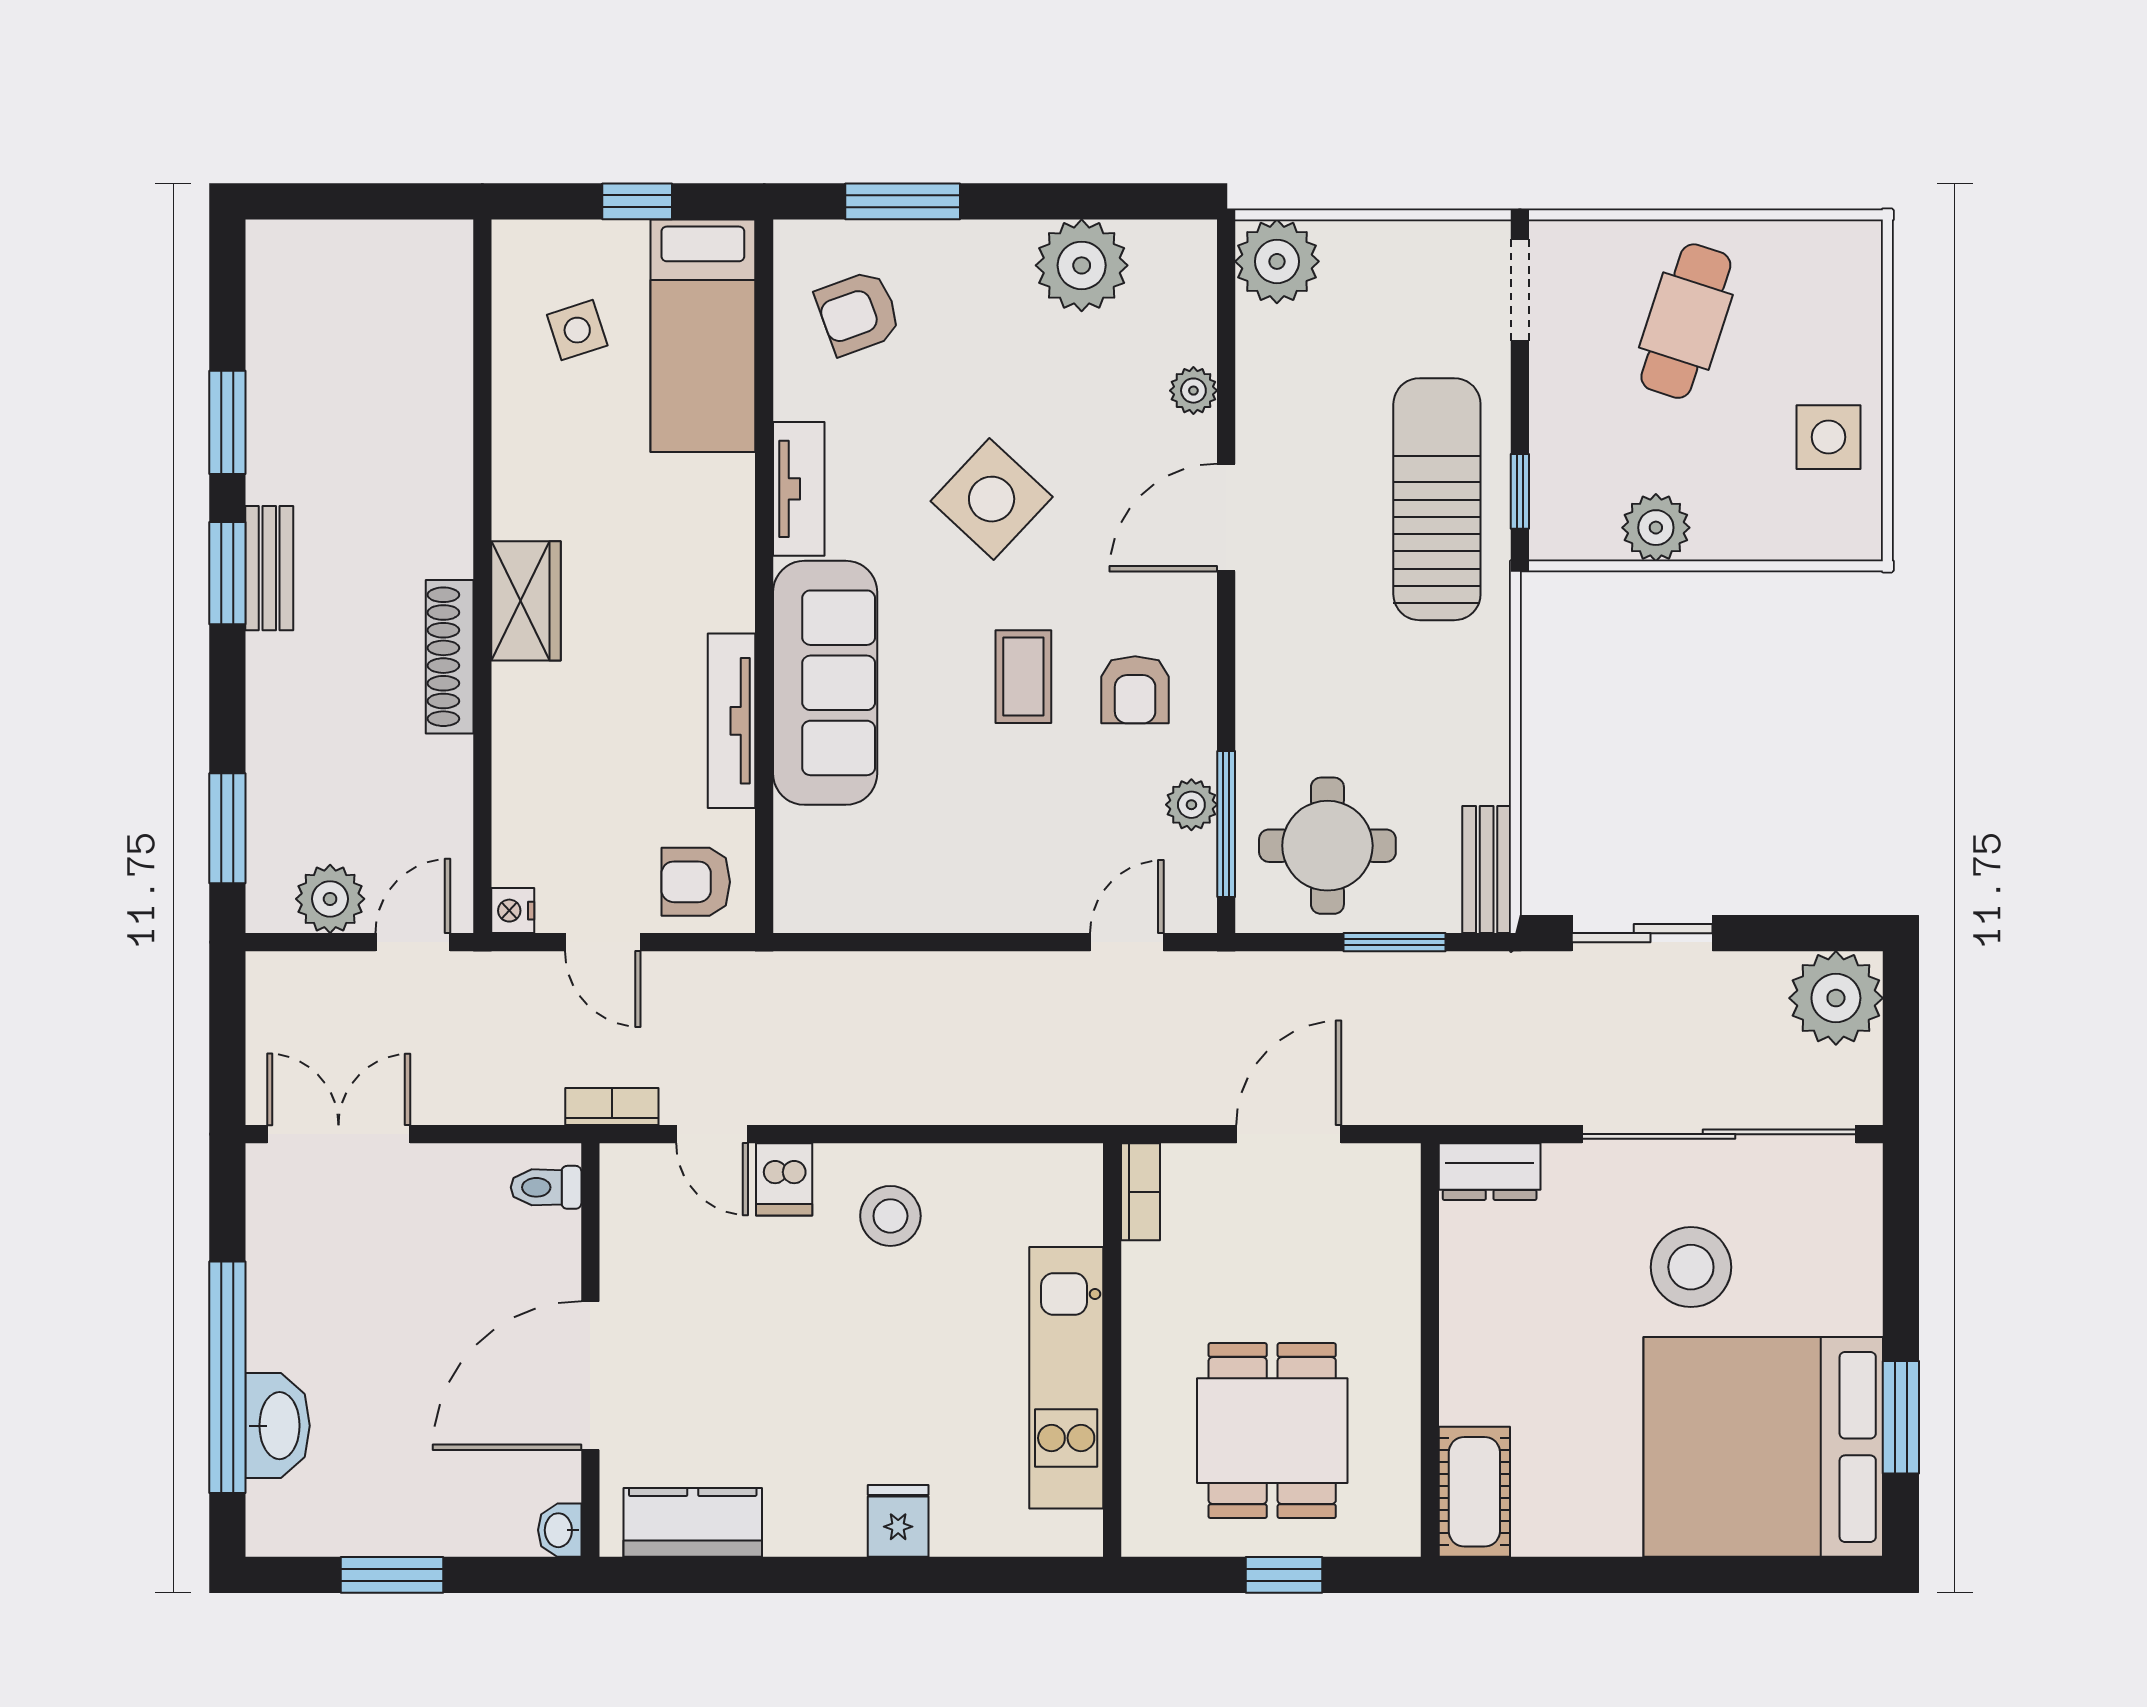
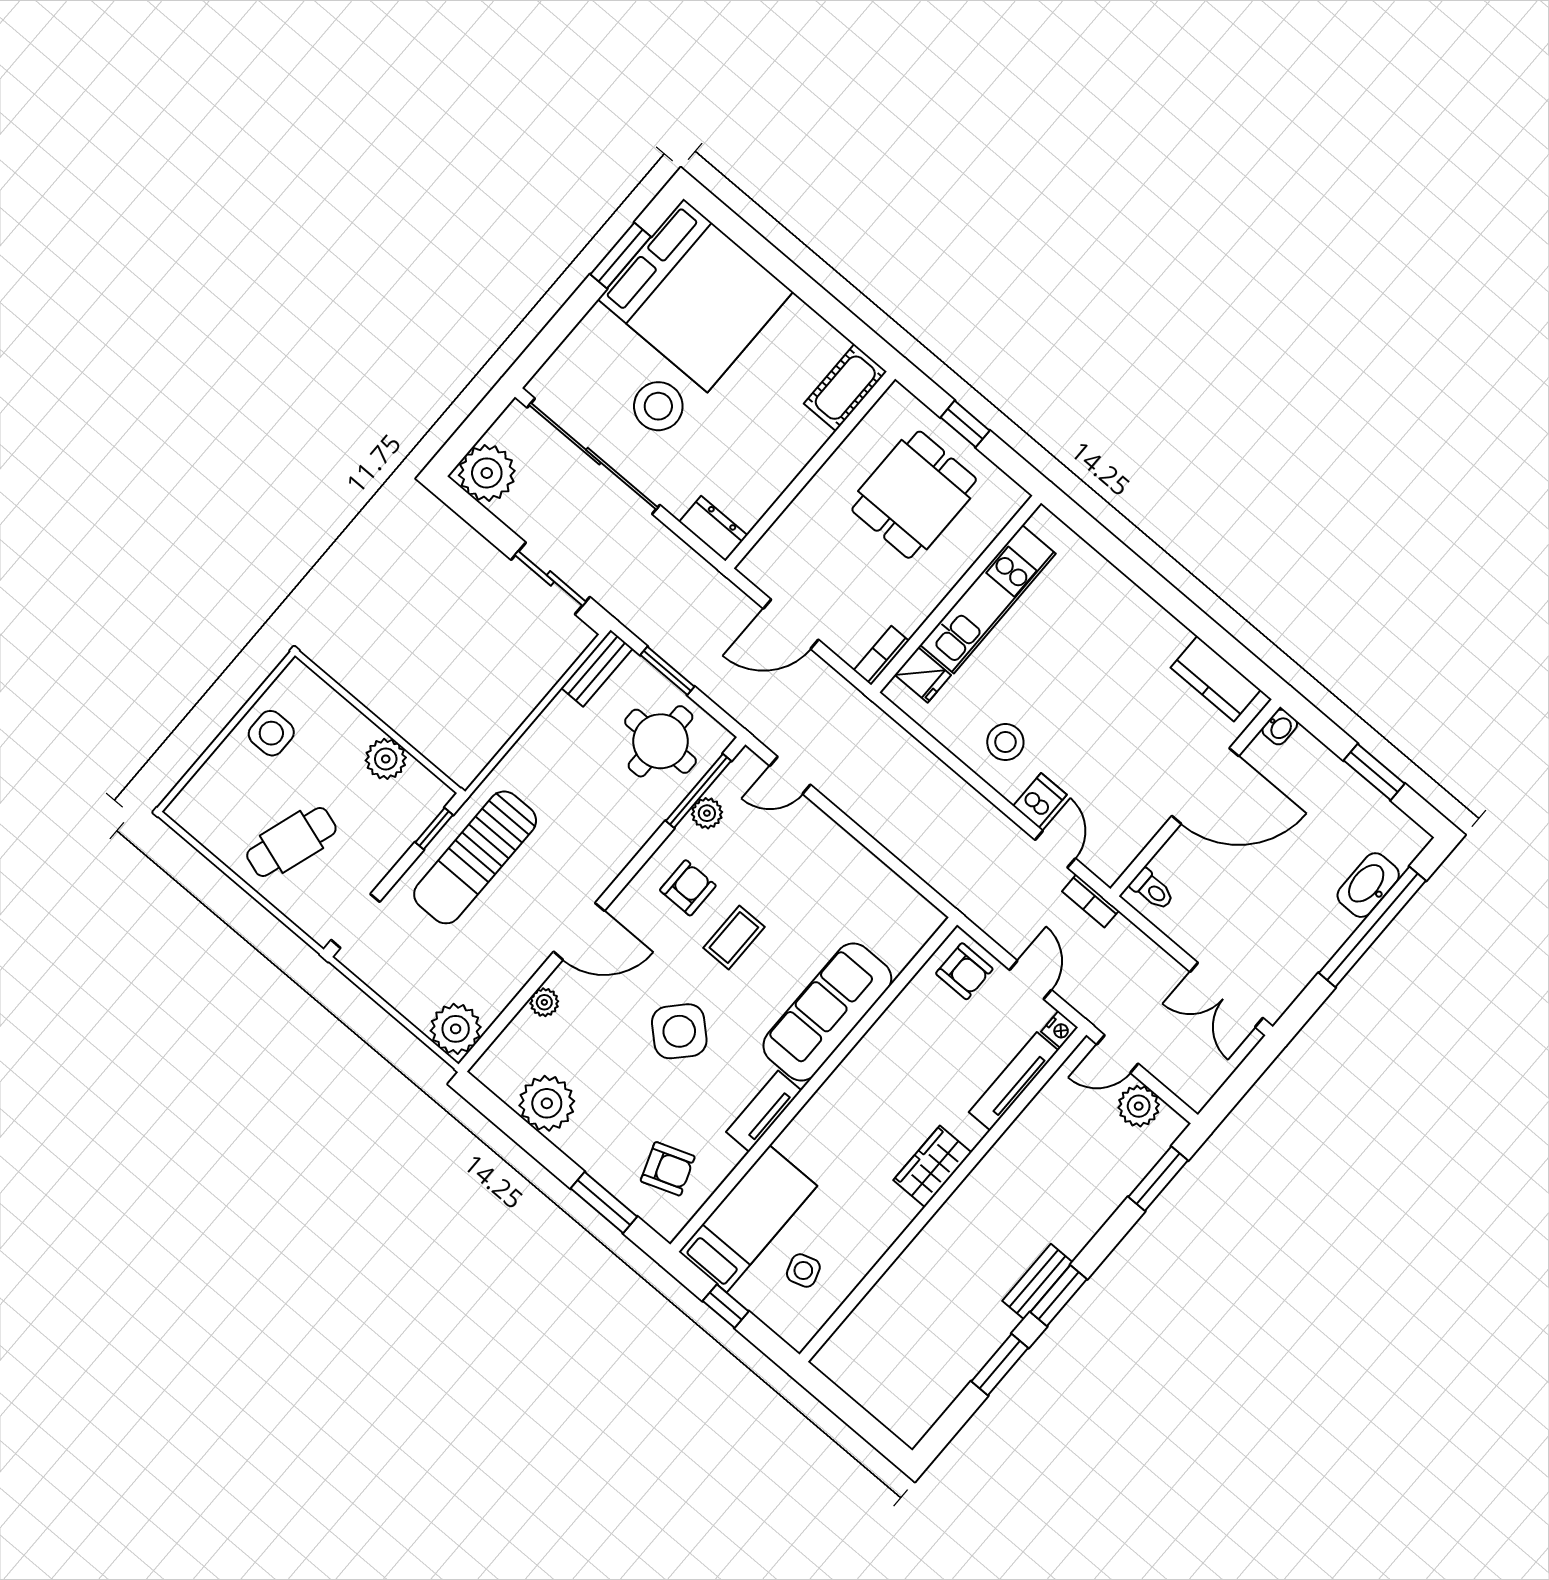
shoe rack: (450, 657) -> (989, 1171), removed
tv unit: (732, 721) -> (1014, 1081), moved, turned 180
fridge: (898, 1521) -> (923, 675), moved, turned -90

